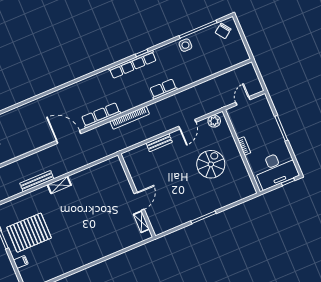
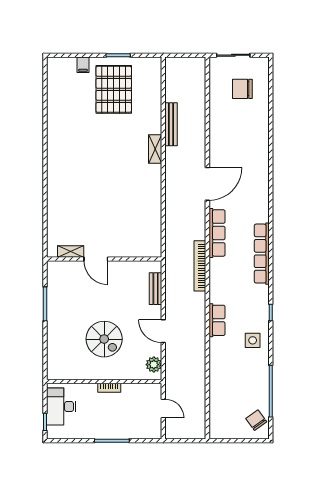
side table: (185, 45) -> (253, 340), moved
row of seats: (133, 64) -> (262, 254), moved
desk: (276, 170) -> (61, 407), width x0.73, depth x0.77
wall: (137, 195) -> (104, 259), moved
door: (139, 201) -> (96, 259), moved
shelving: (141, 222) -> (71, 251), moved

